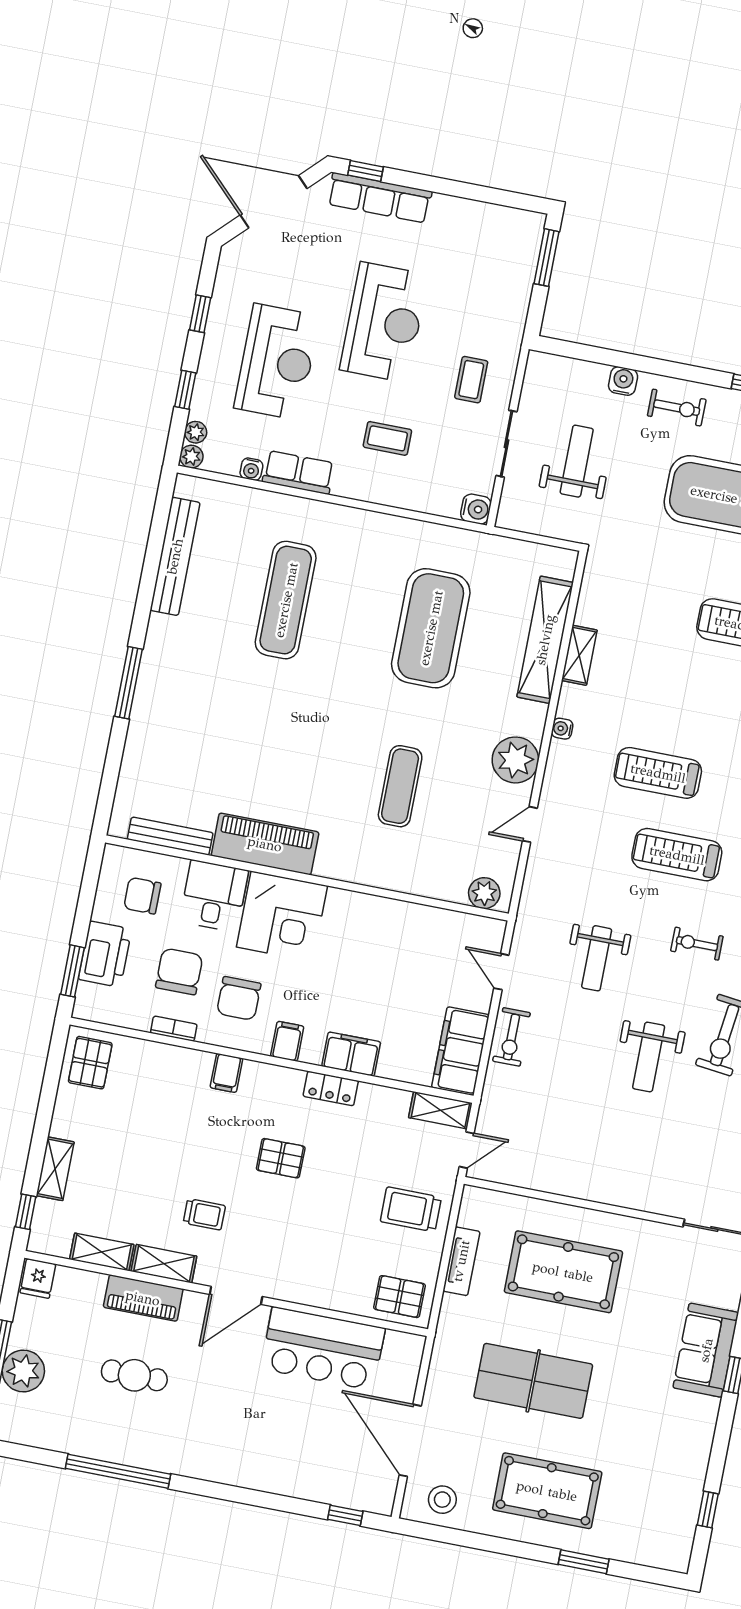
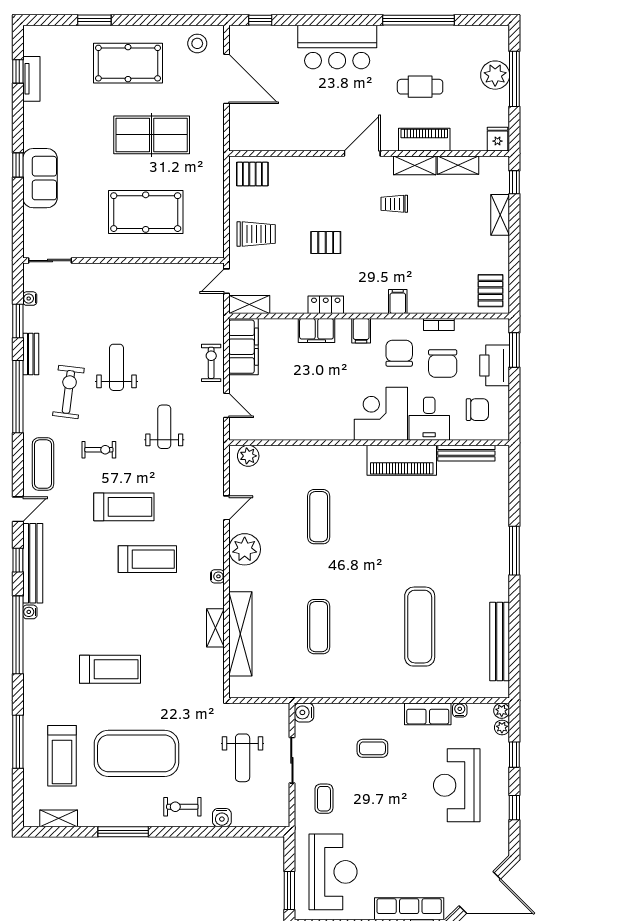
reception desk: (384, 322) -> (333, 872), moved, turned 180
exercise mat: (431, 628) -> (319, 627), width x0.50, depth x0.69
pallet: (281, 1158) -> (326, 243), moved
tv unit: (461, 1261) -> (31, 79), moved, turned 180
bar counter: (323, 1348) -> (337, 47), moved, turned 180

